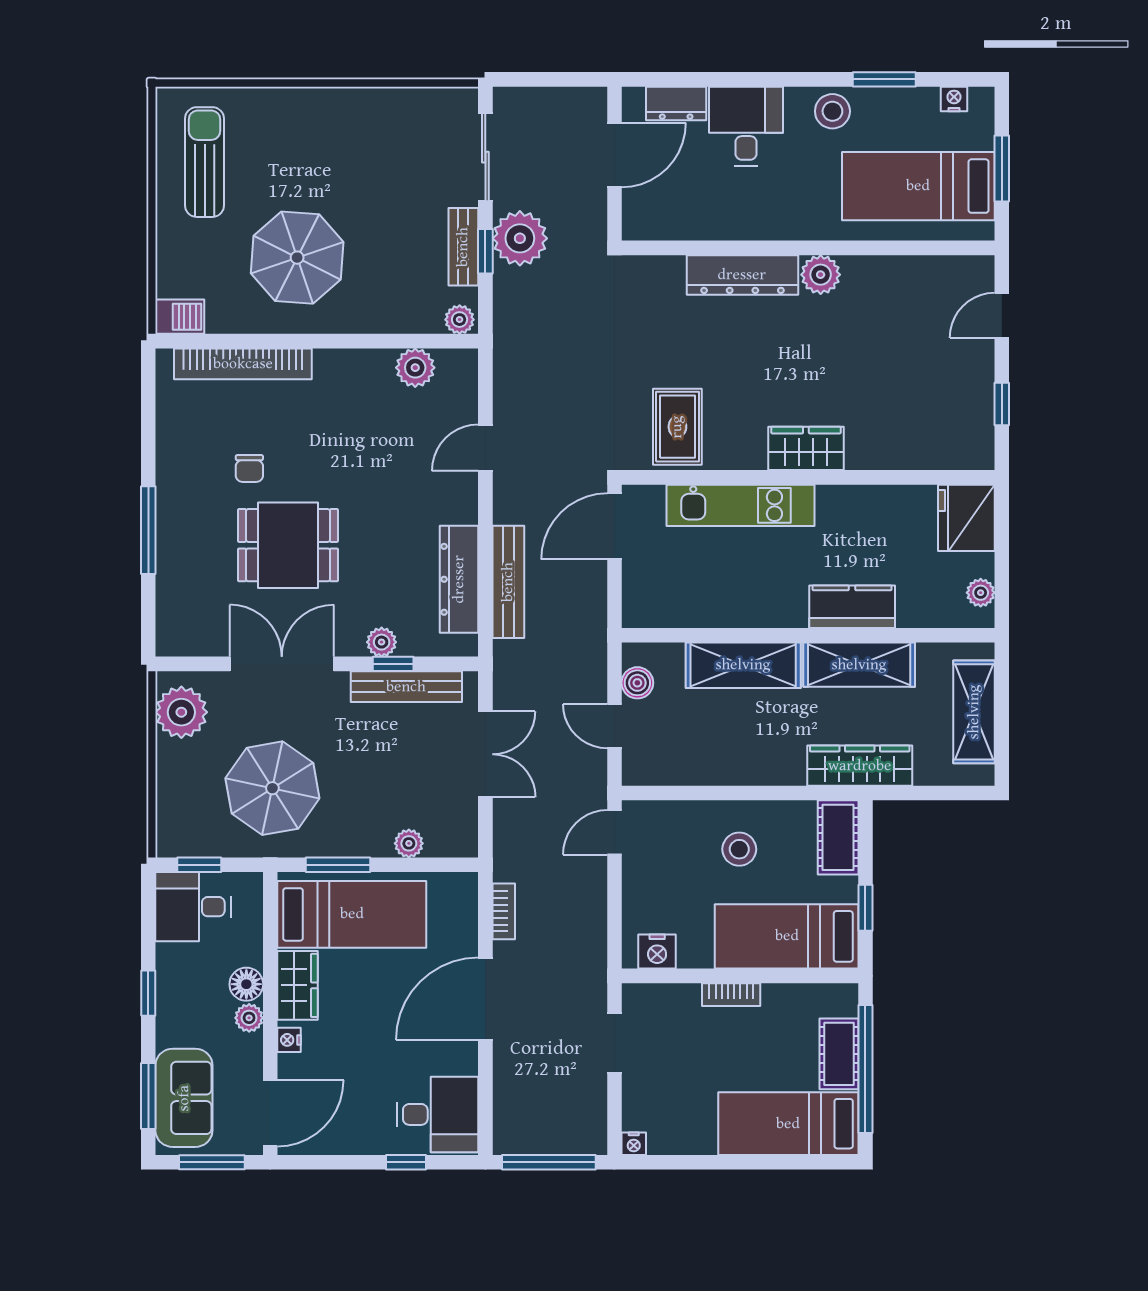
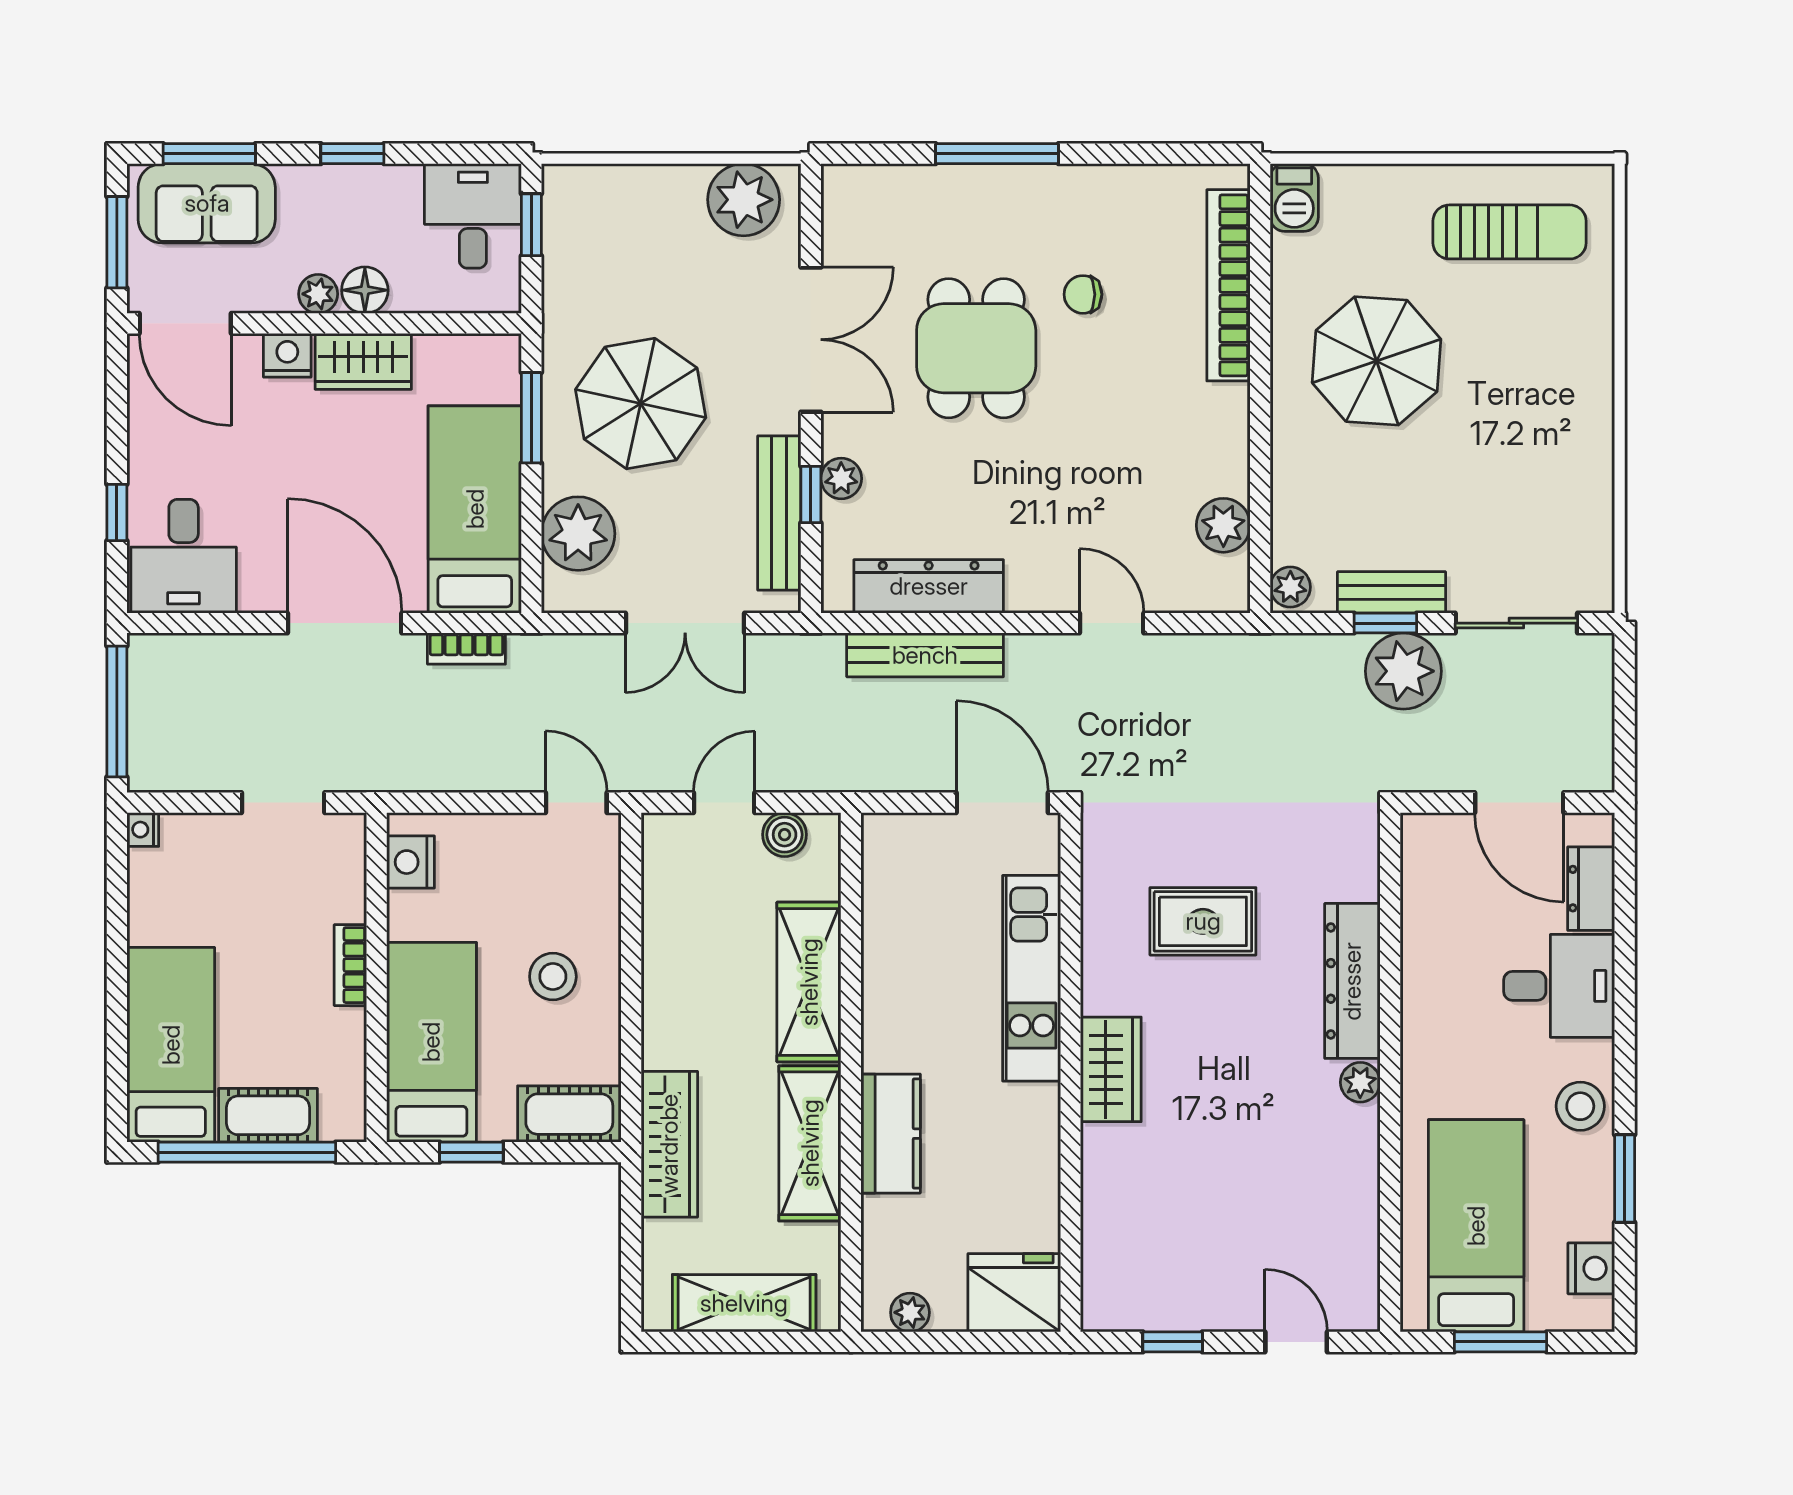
nightstand: (954, 99) -> (1591, 1268), width x1.39, depth x1.35
plant: (821, 275) -> (1360, 1082), width x0.73, depth x0.73
rug: (677, 427) -> (1203, 921), moved
parasol: (272, 788) -> (641, 404), moved
plant: (409, 843) -> (578, 534), width x1.88, depth x1.88
bed: (352, 914) -> (475, 509), moved, turned 180
nightstand: (289, 1040) -> (287, 355), width x1.39, depth x1.35

